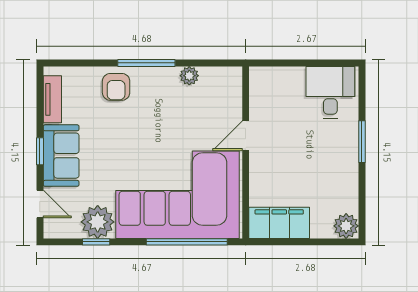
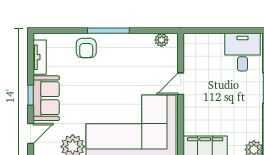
plant: (189, 76) -> (162, 40), moved
door: (40, 204) -> (31, 133), hinge flipped

